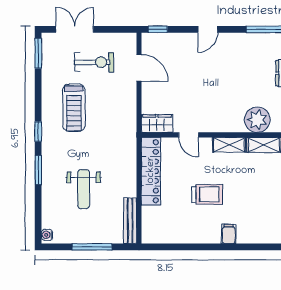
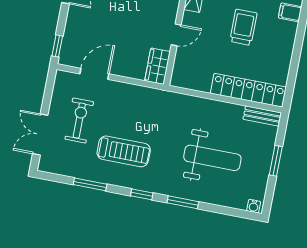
window: (38, 53) -> (90, 184), moved
locker: (151, 171) -> (248, 90), moved
weight bench: (84, 189) -> (212, 158), width x1.36, depth x1.33
bench: (130, 221) -> (262, 116), width x0.73
window: (92, 247) -> (276, 161), width x0.69

